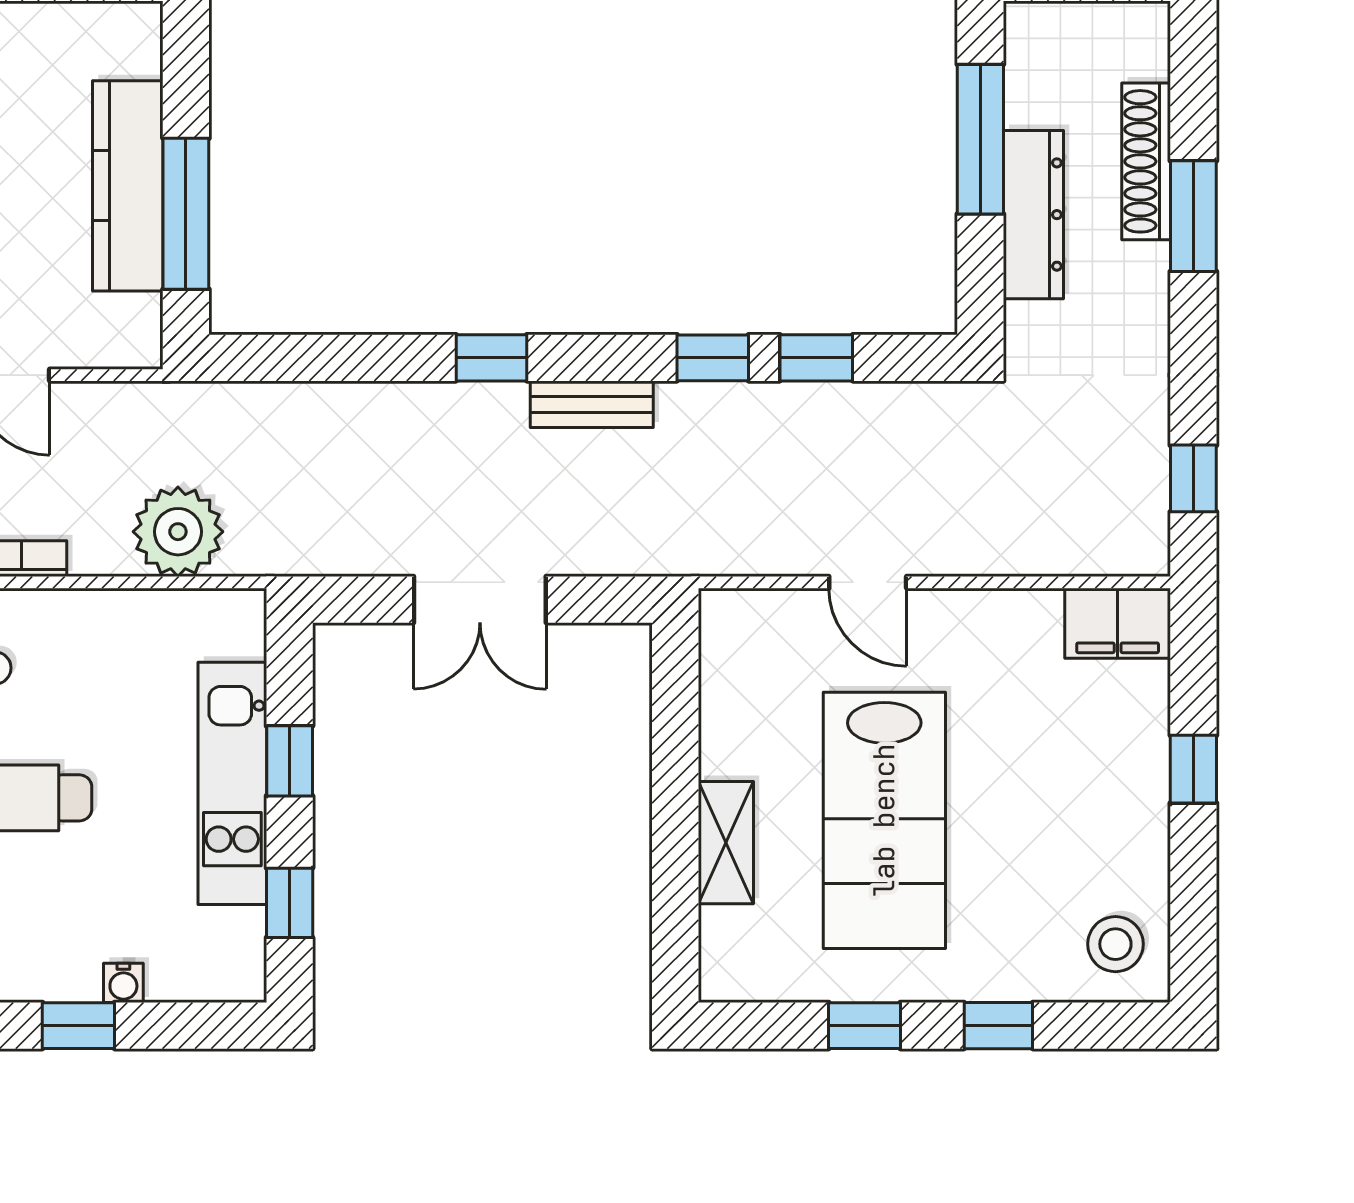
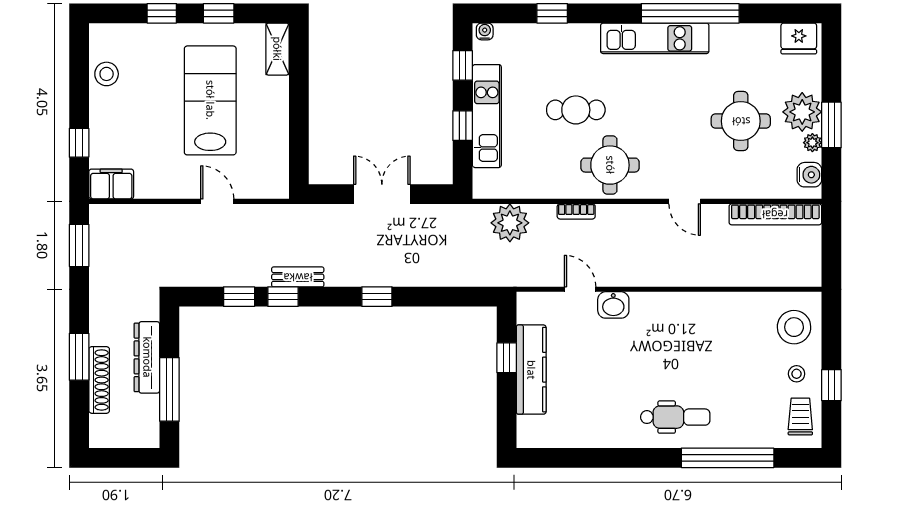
window: (186, 214) -> (507, 358), width x0.46
bench: (592, 404) -> (298, 277), moved
window: (1193, 478) -> (79, 245), width x1.50
window: (1193, 769) -> (79, 143), moved
shelving: (726, 843) -> (277, 49), moved
stool: (1115, 944) -> (107, 74), moved
water cooler: (123, 983) -> (485, 31), moved

